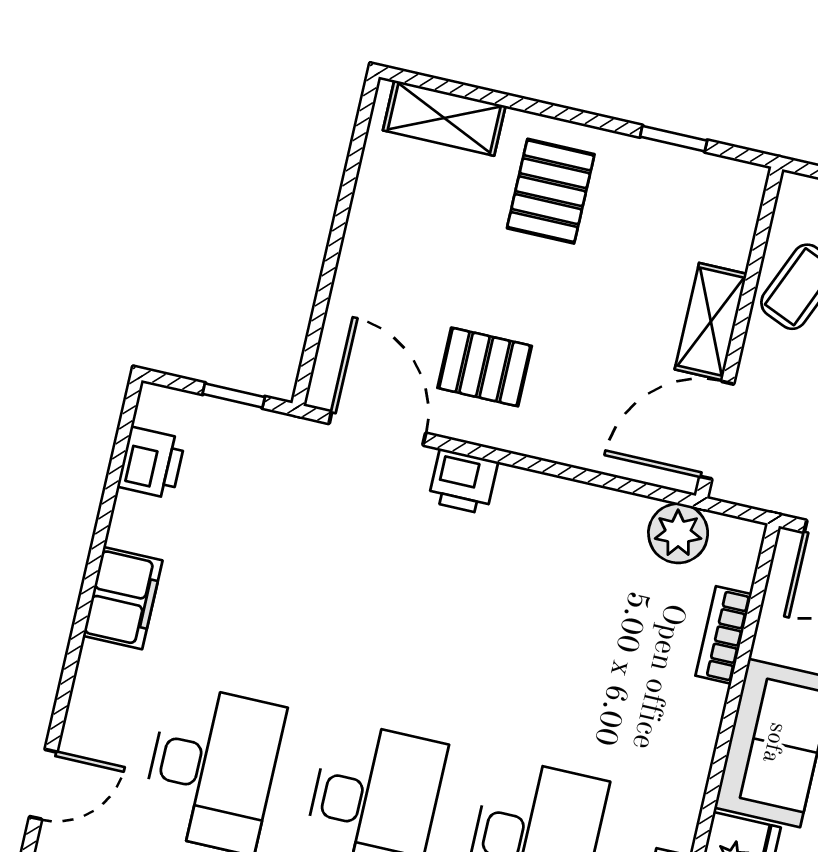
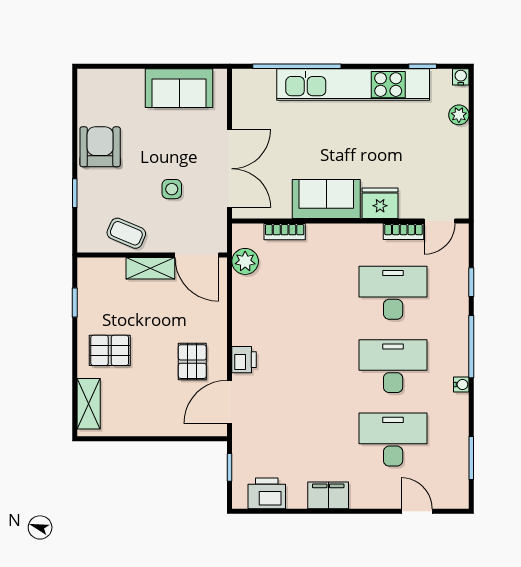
printer: (151, 463) -> (267, 493), width x1.36, depth x1.24

